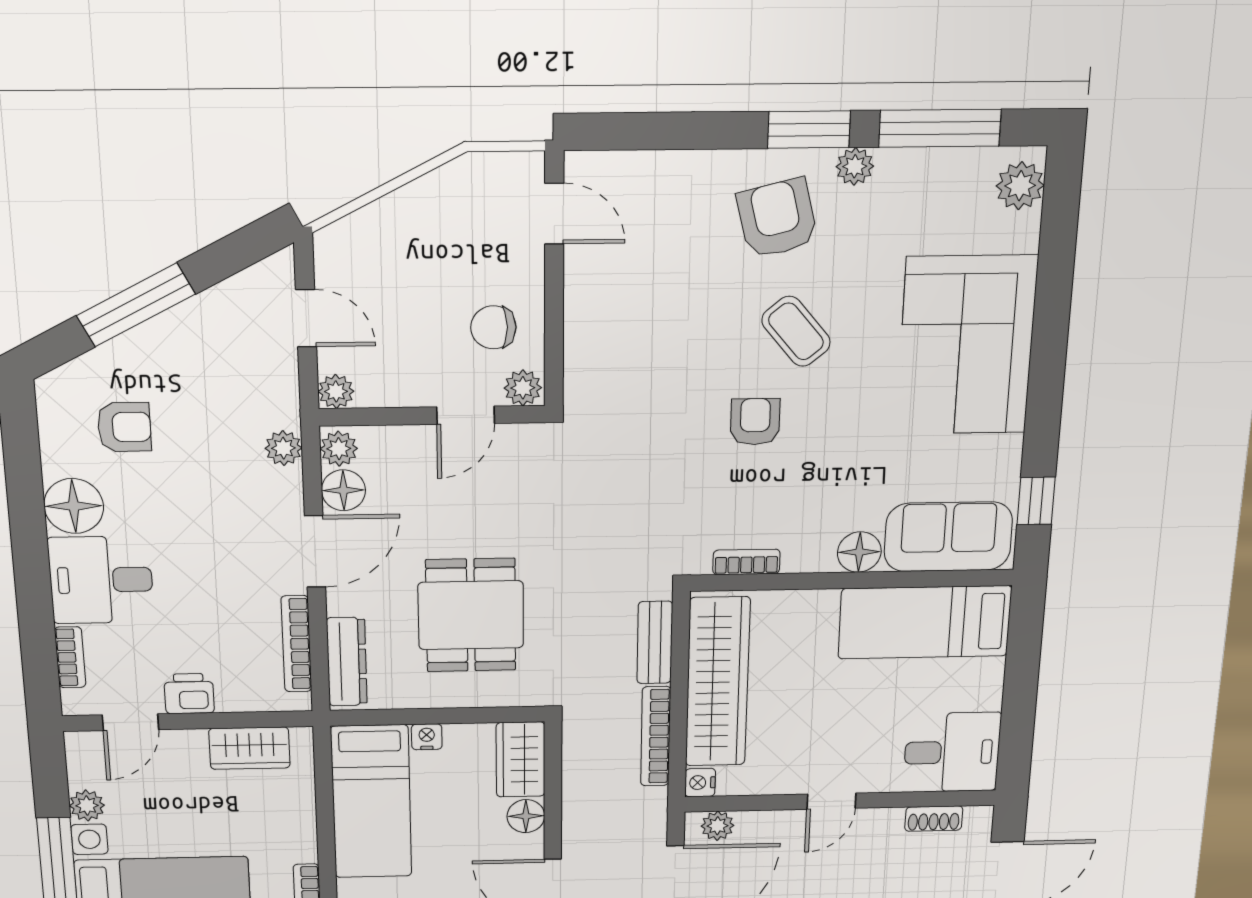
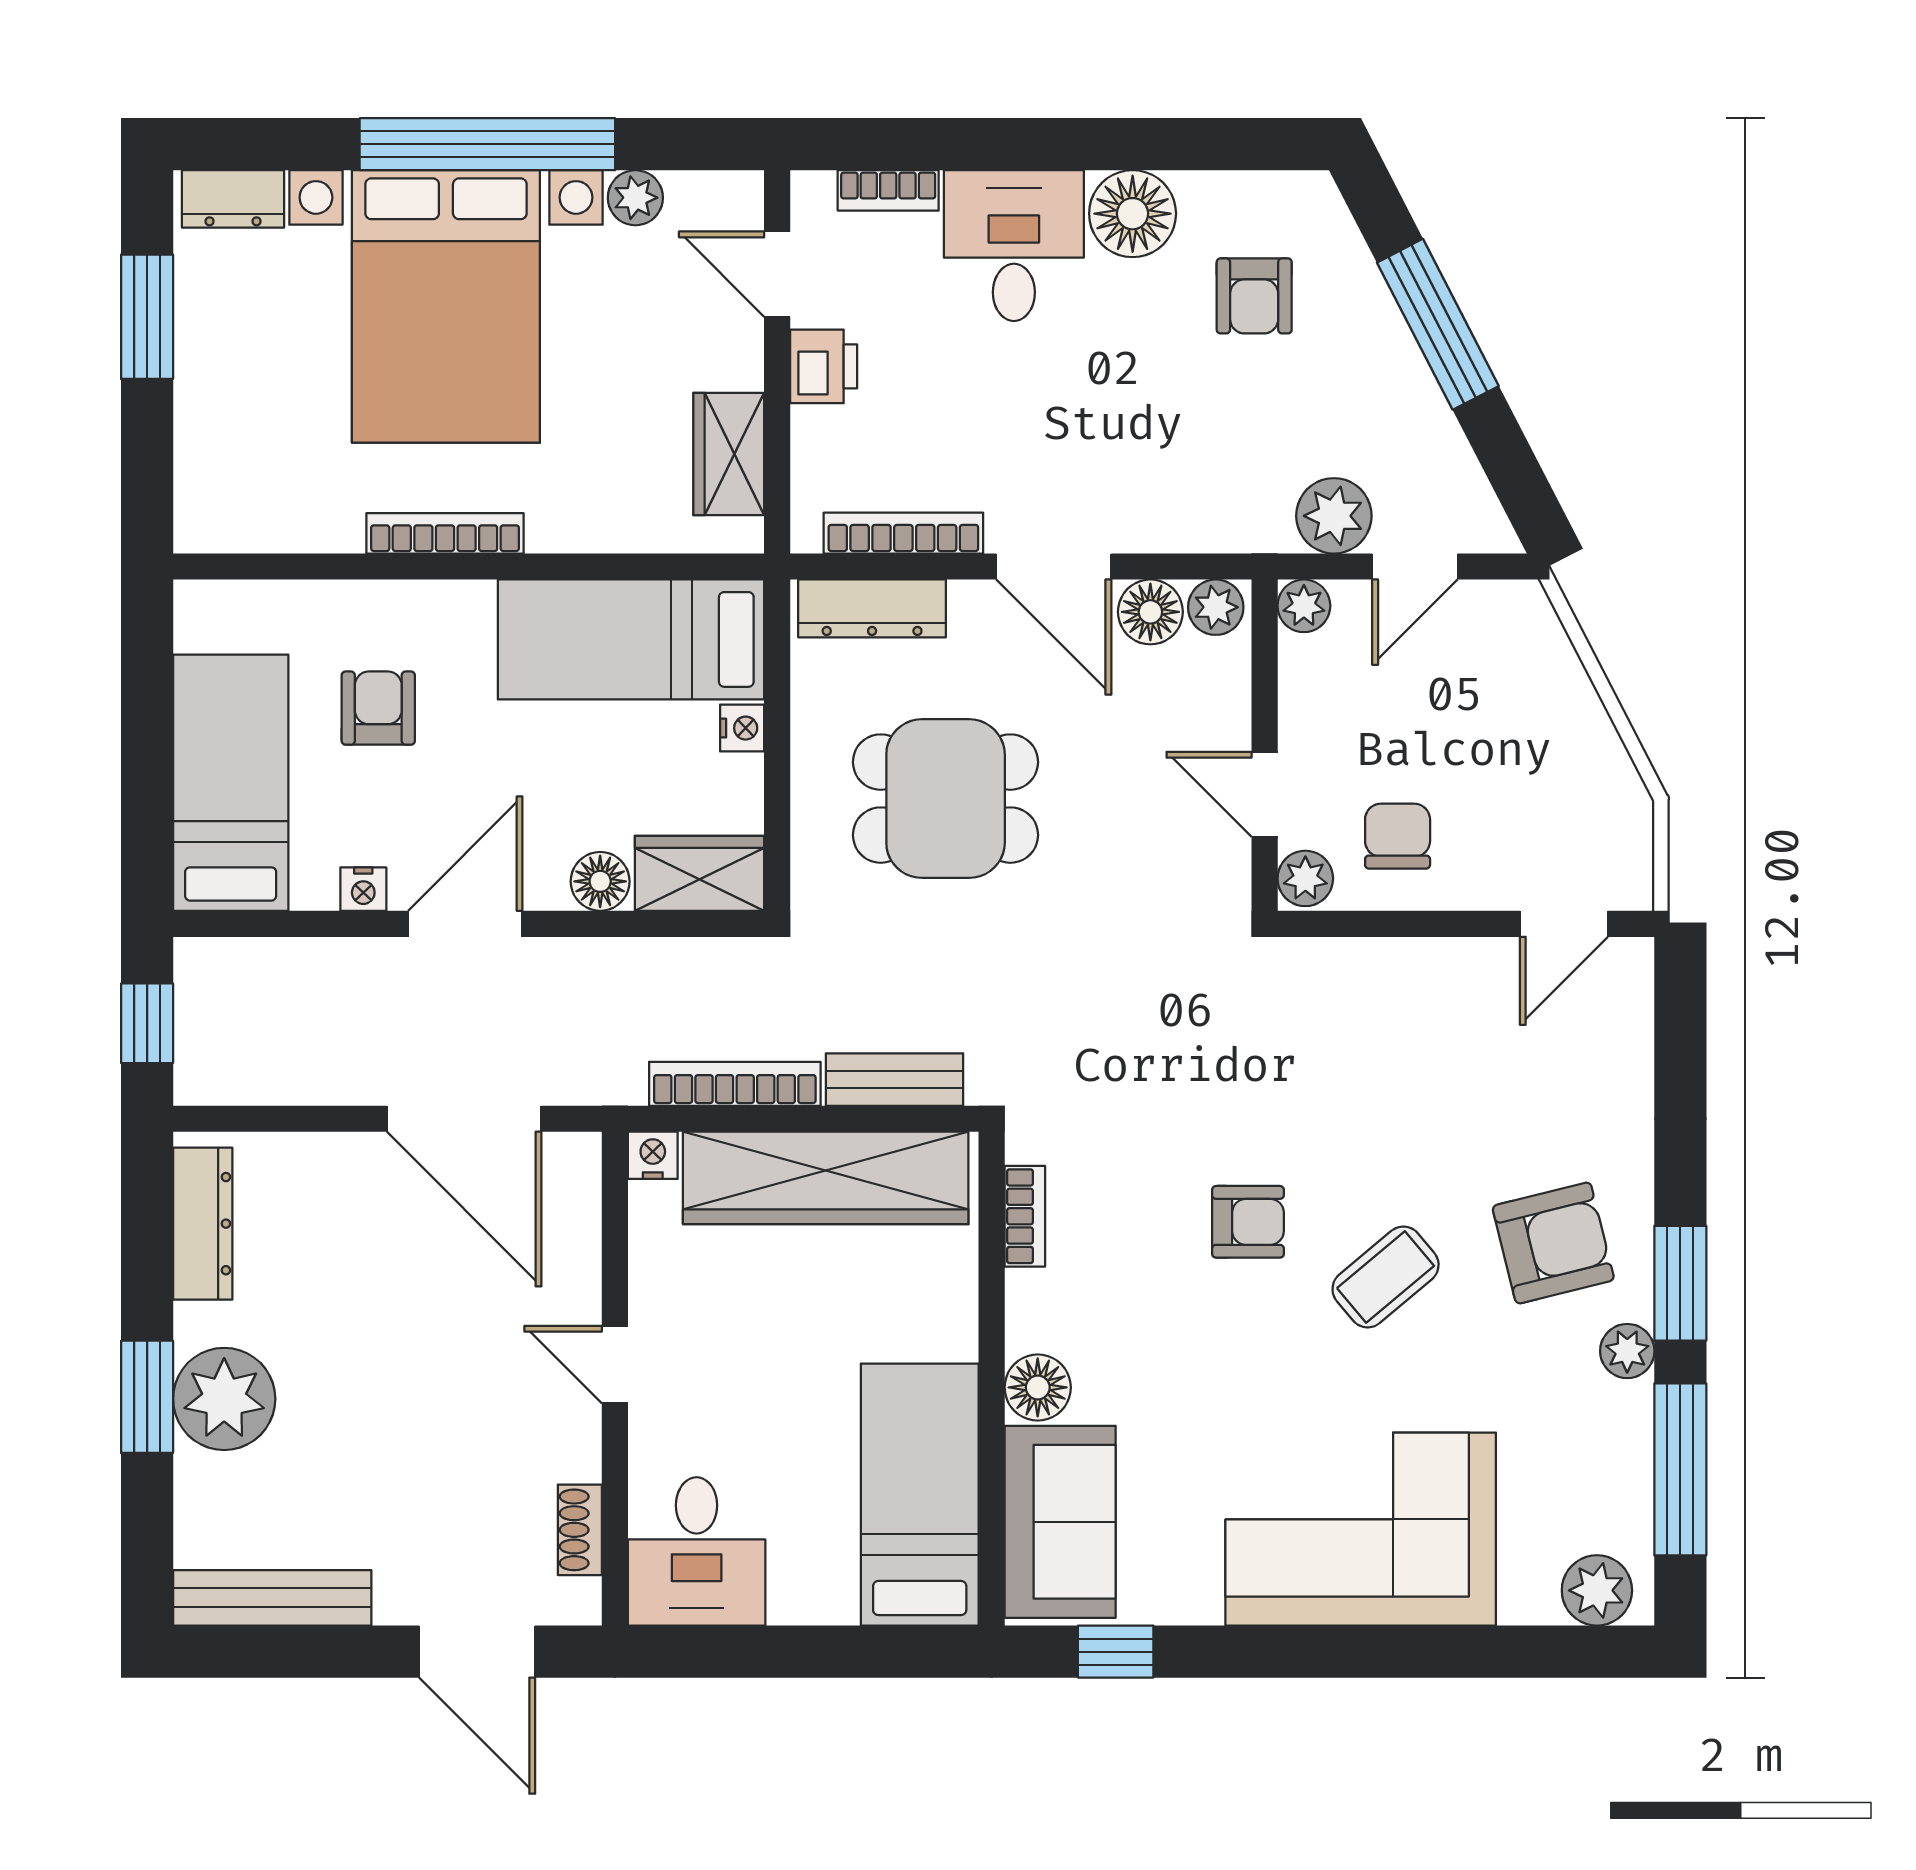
plant: (283, 448) -> (1334, 516), moved, width x1.38, depth x1.38
plant: (717, 826) -> (575, 1185), removed

